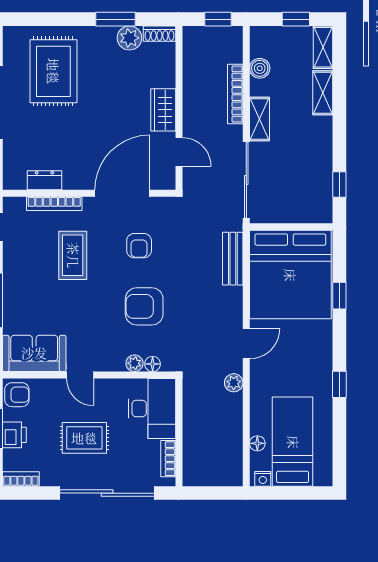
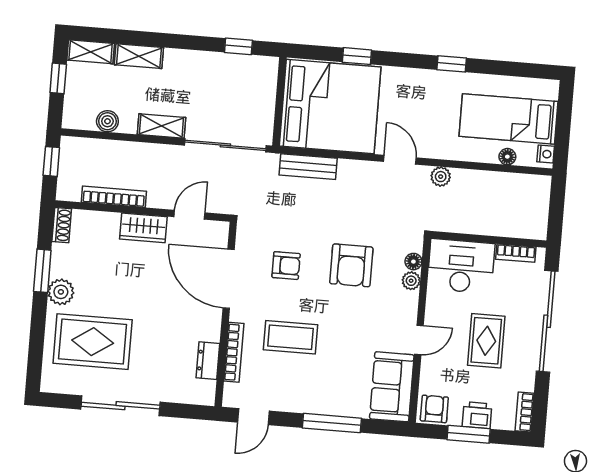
plant: (129, 38) -> (61, 292), moved
bookcase: (235, 94) -> (114, 197), moved, turned 180

